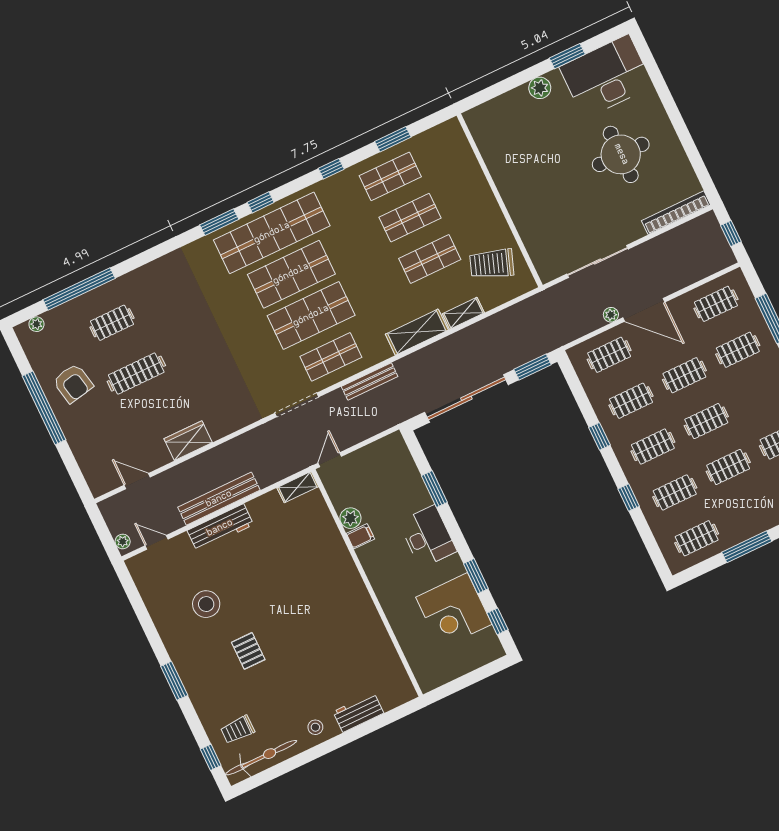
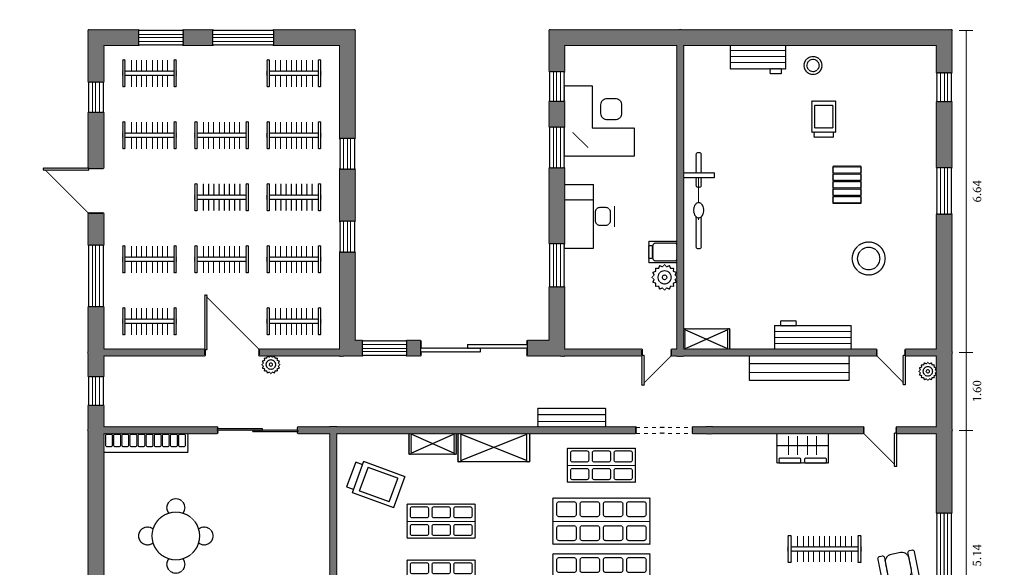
trolley: (238, 730) -> (824, 119), moved, turned -90
bicycle: (261, 758) -> (699, 201), moved, turned -90

